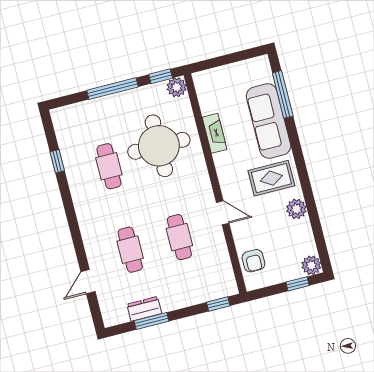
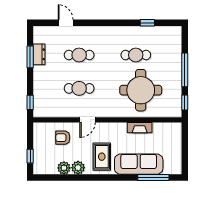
plant: (177, 87) -> (175, 111), removed
armchair: (253, 261) -> (63, 138), moved
plant: (311, 265) -> (64, 168), moved

